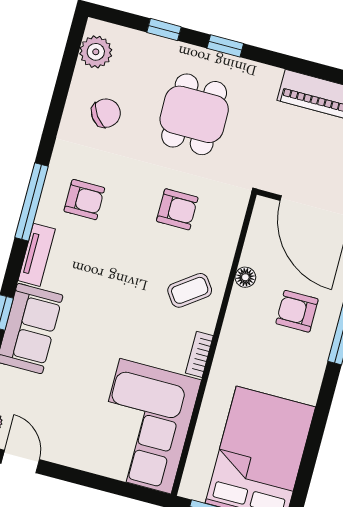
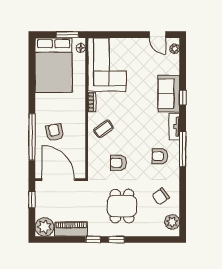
window: (164, 30) -> (93, 240), moved
floor lamp: (245, 277) -> (81, 48), moved
armchair: (297, 311) -> (54, 132), turned -101

